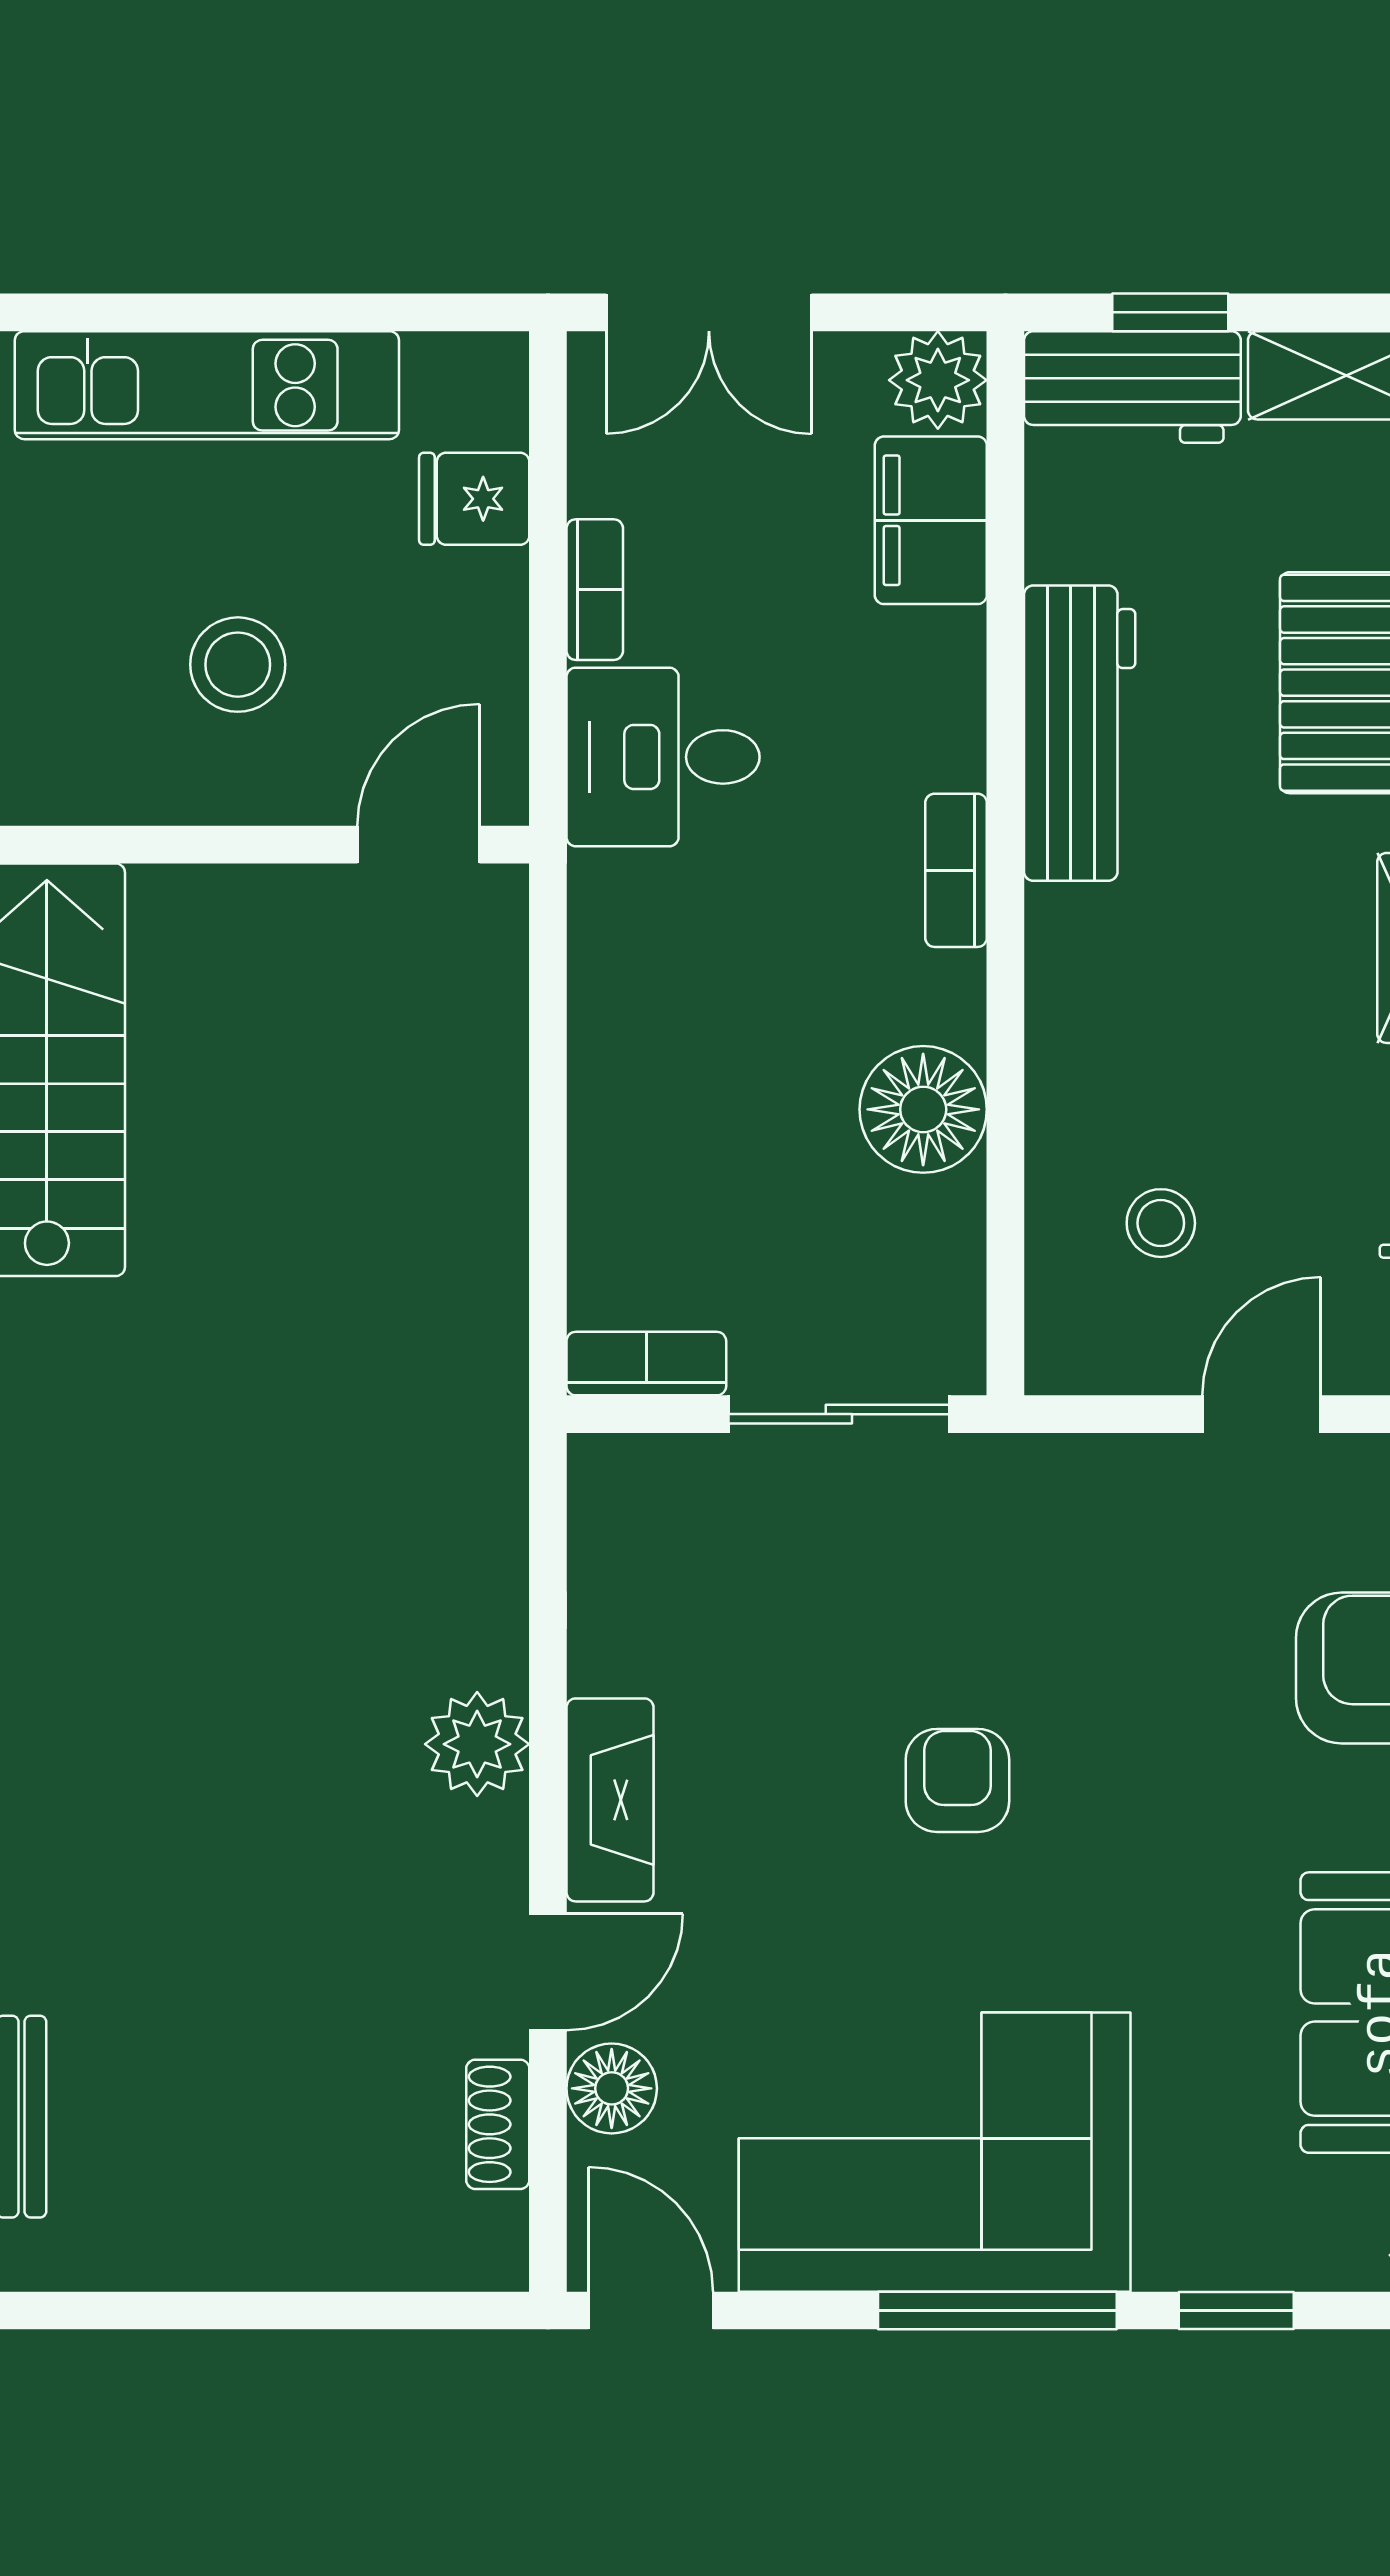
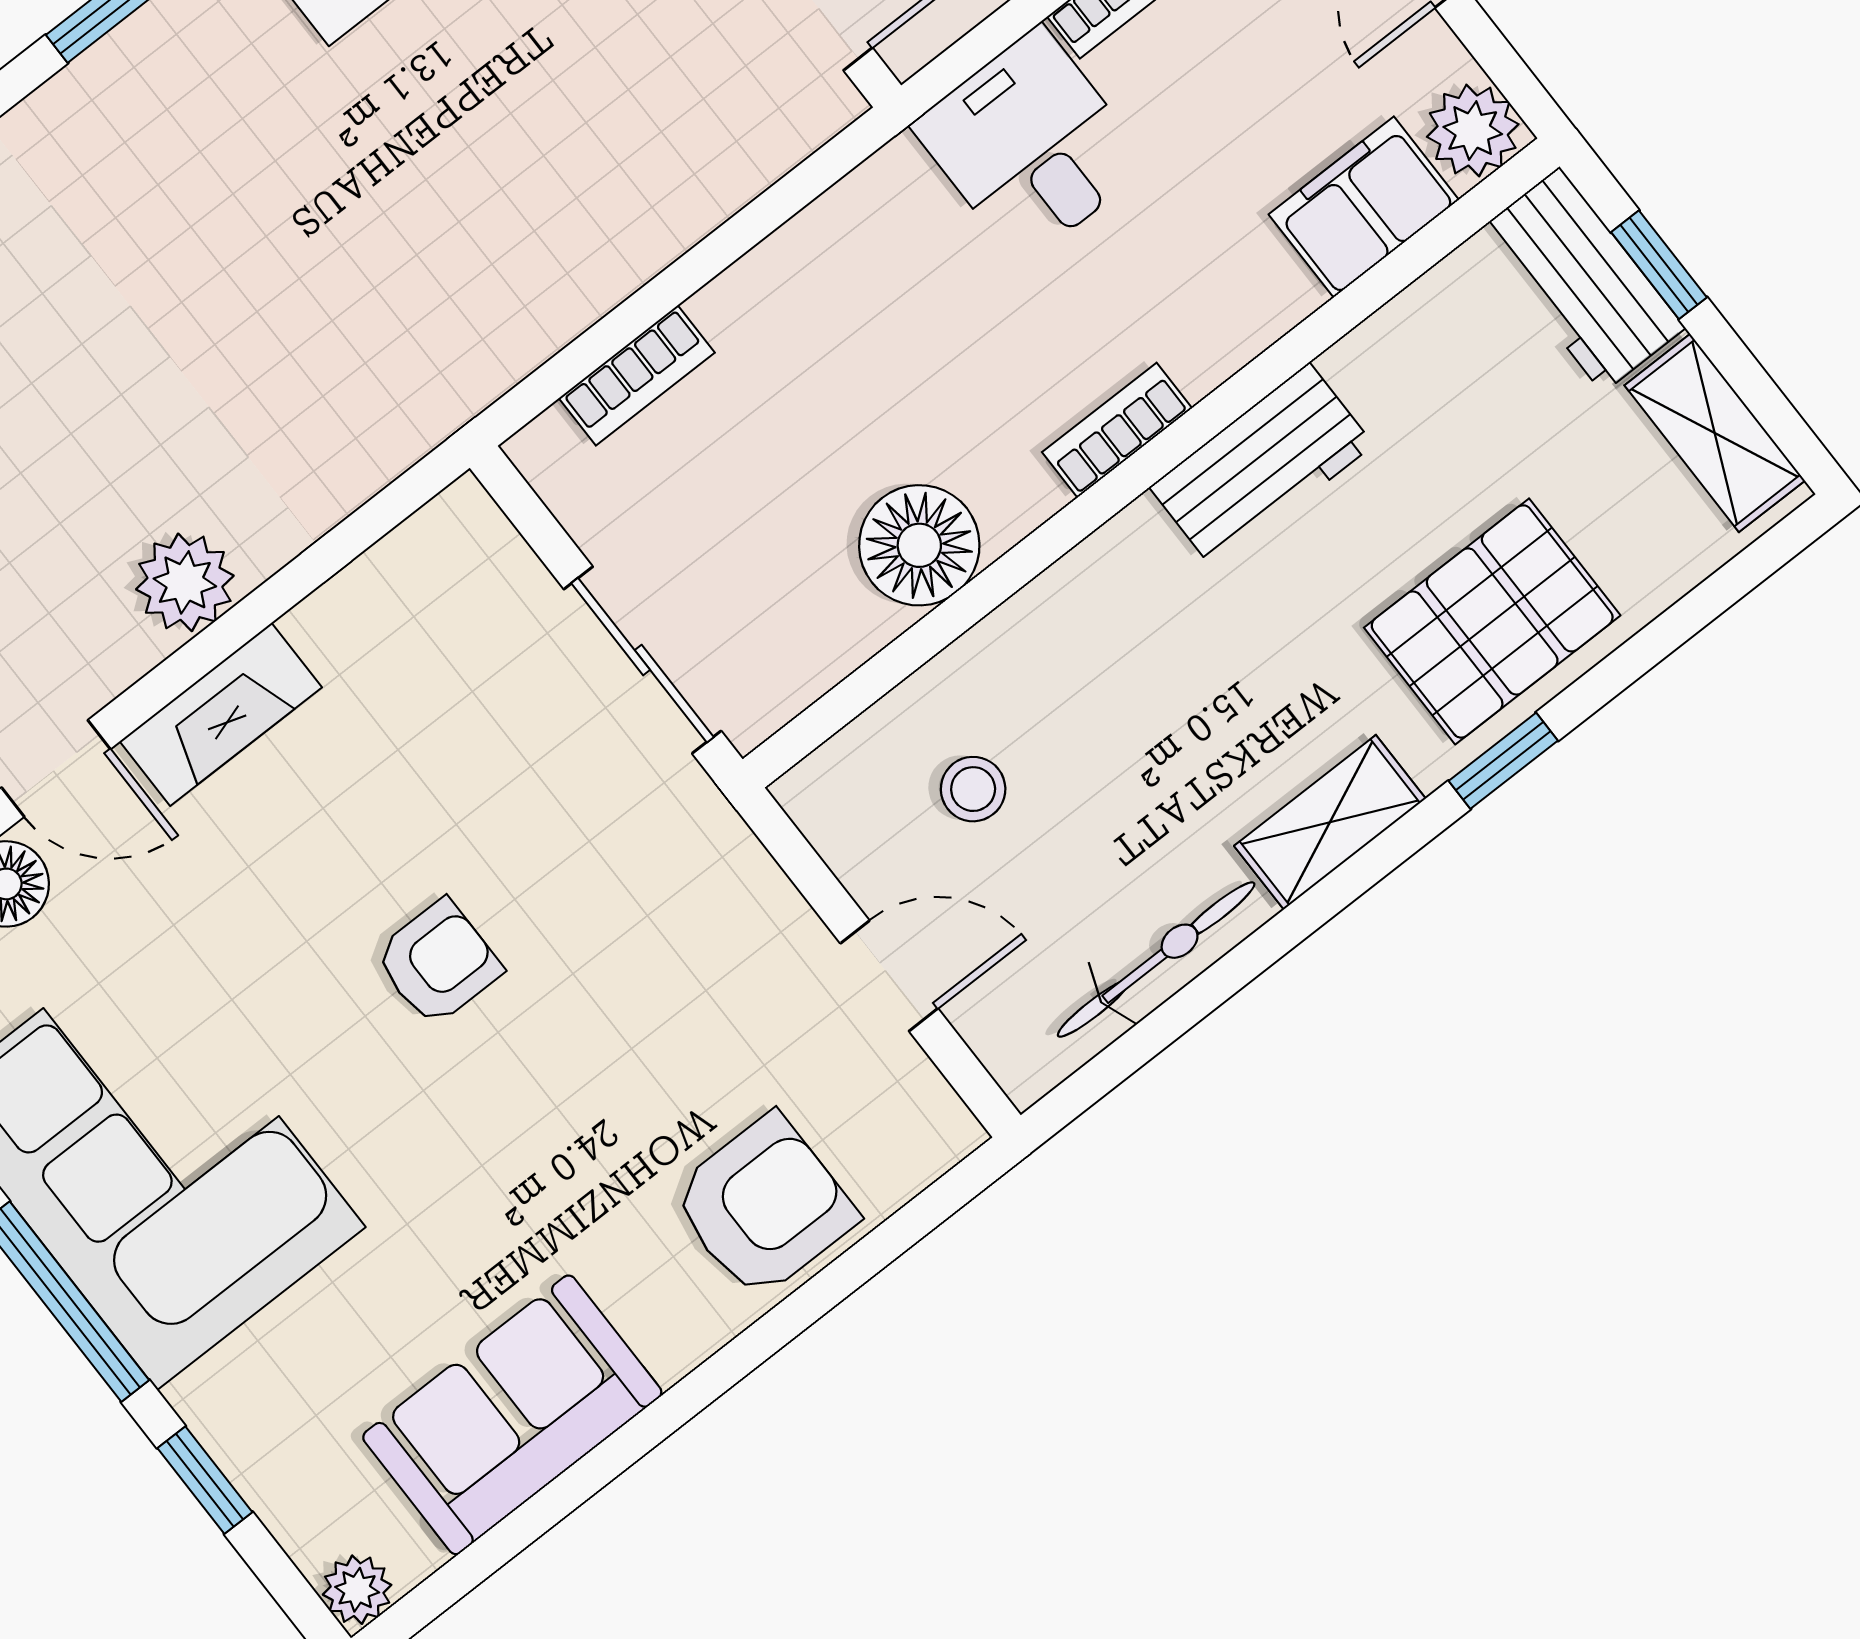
workbench: (1080, 733) -> (1262, 466), width x0.73
bookcase: (646, 1364) -> (637, 375), moved, turned 90

